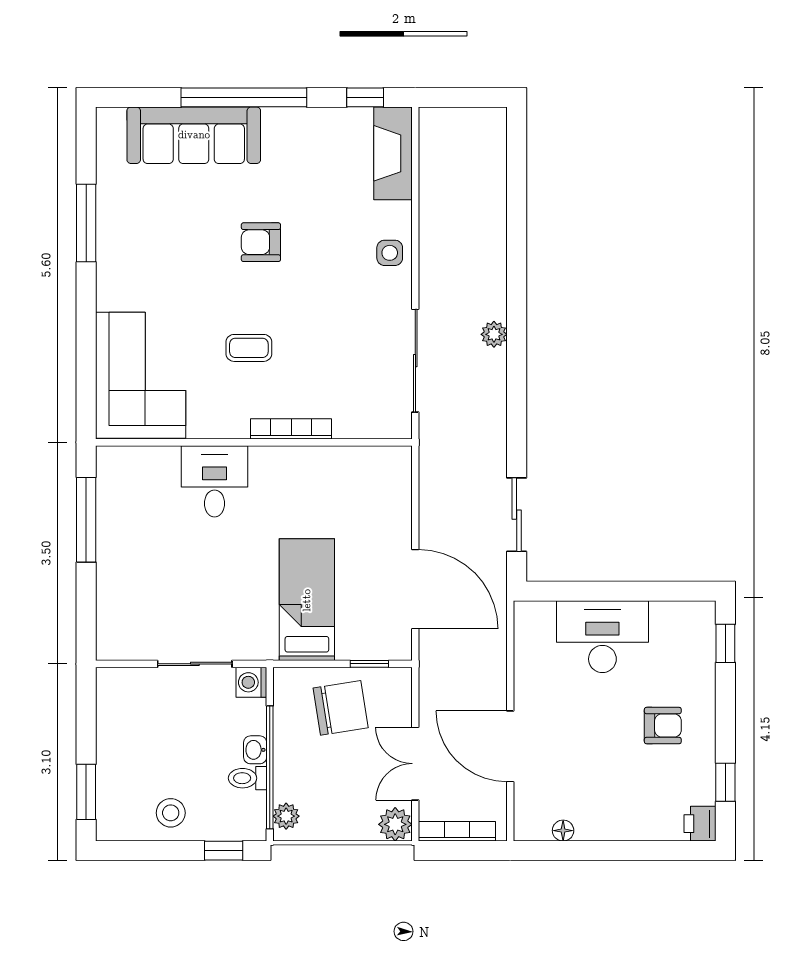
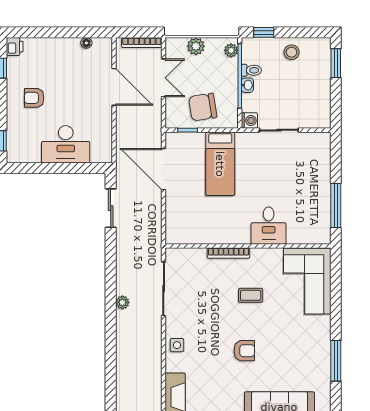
plant: (395, 824) -> (196, 46), moved

